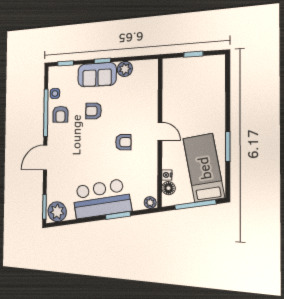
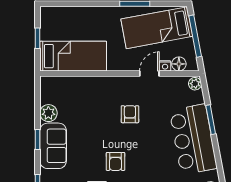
bed: (176, 89) -> (73, 56), added
armchair: (94, 111) -> (116, 161), moved
door: (160, 131) -> (149, 73), moved

